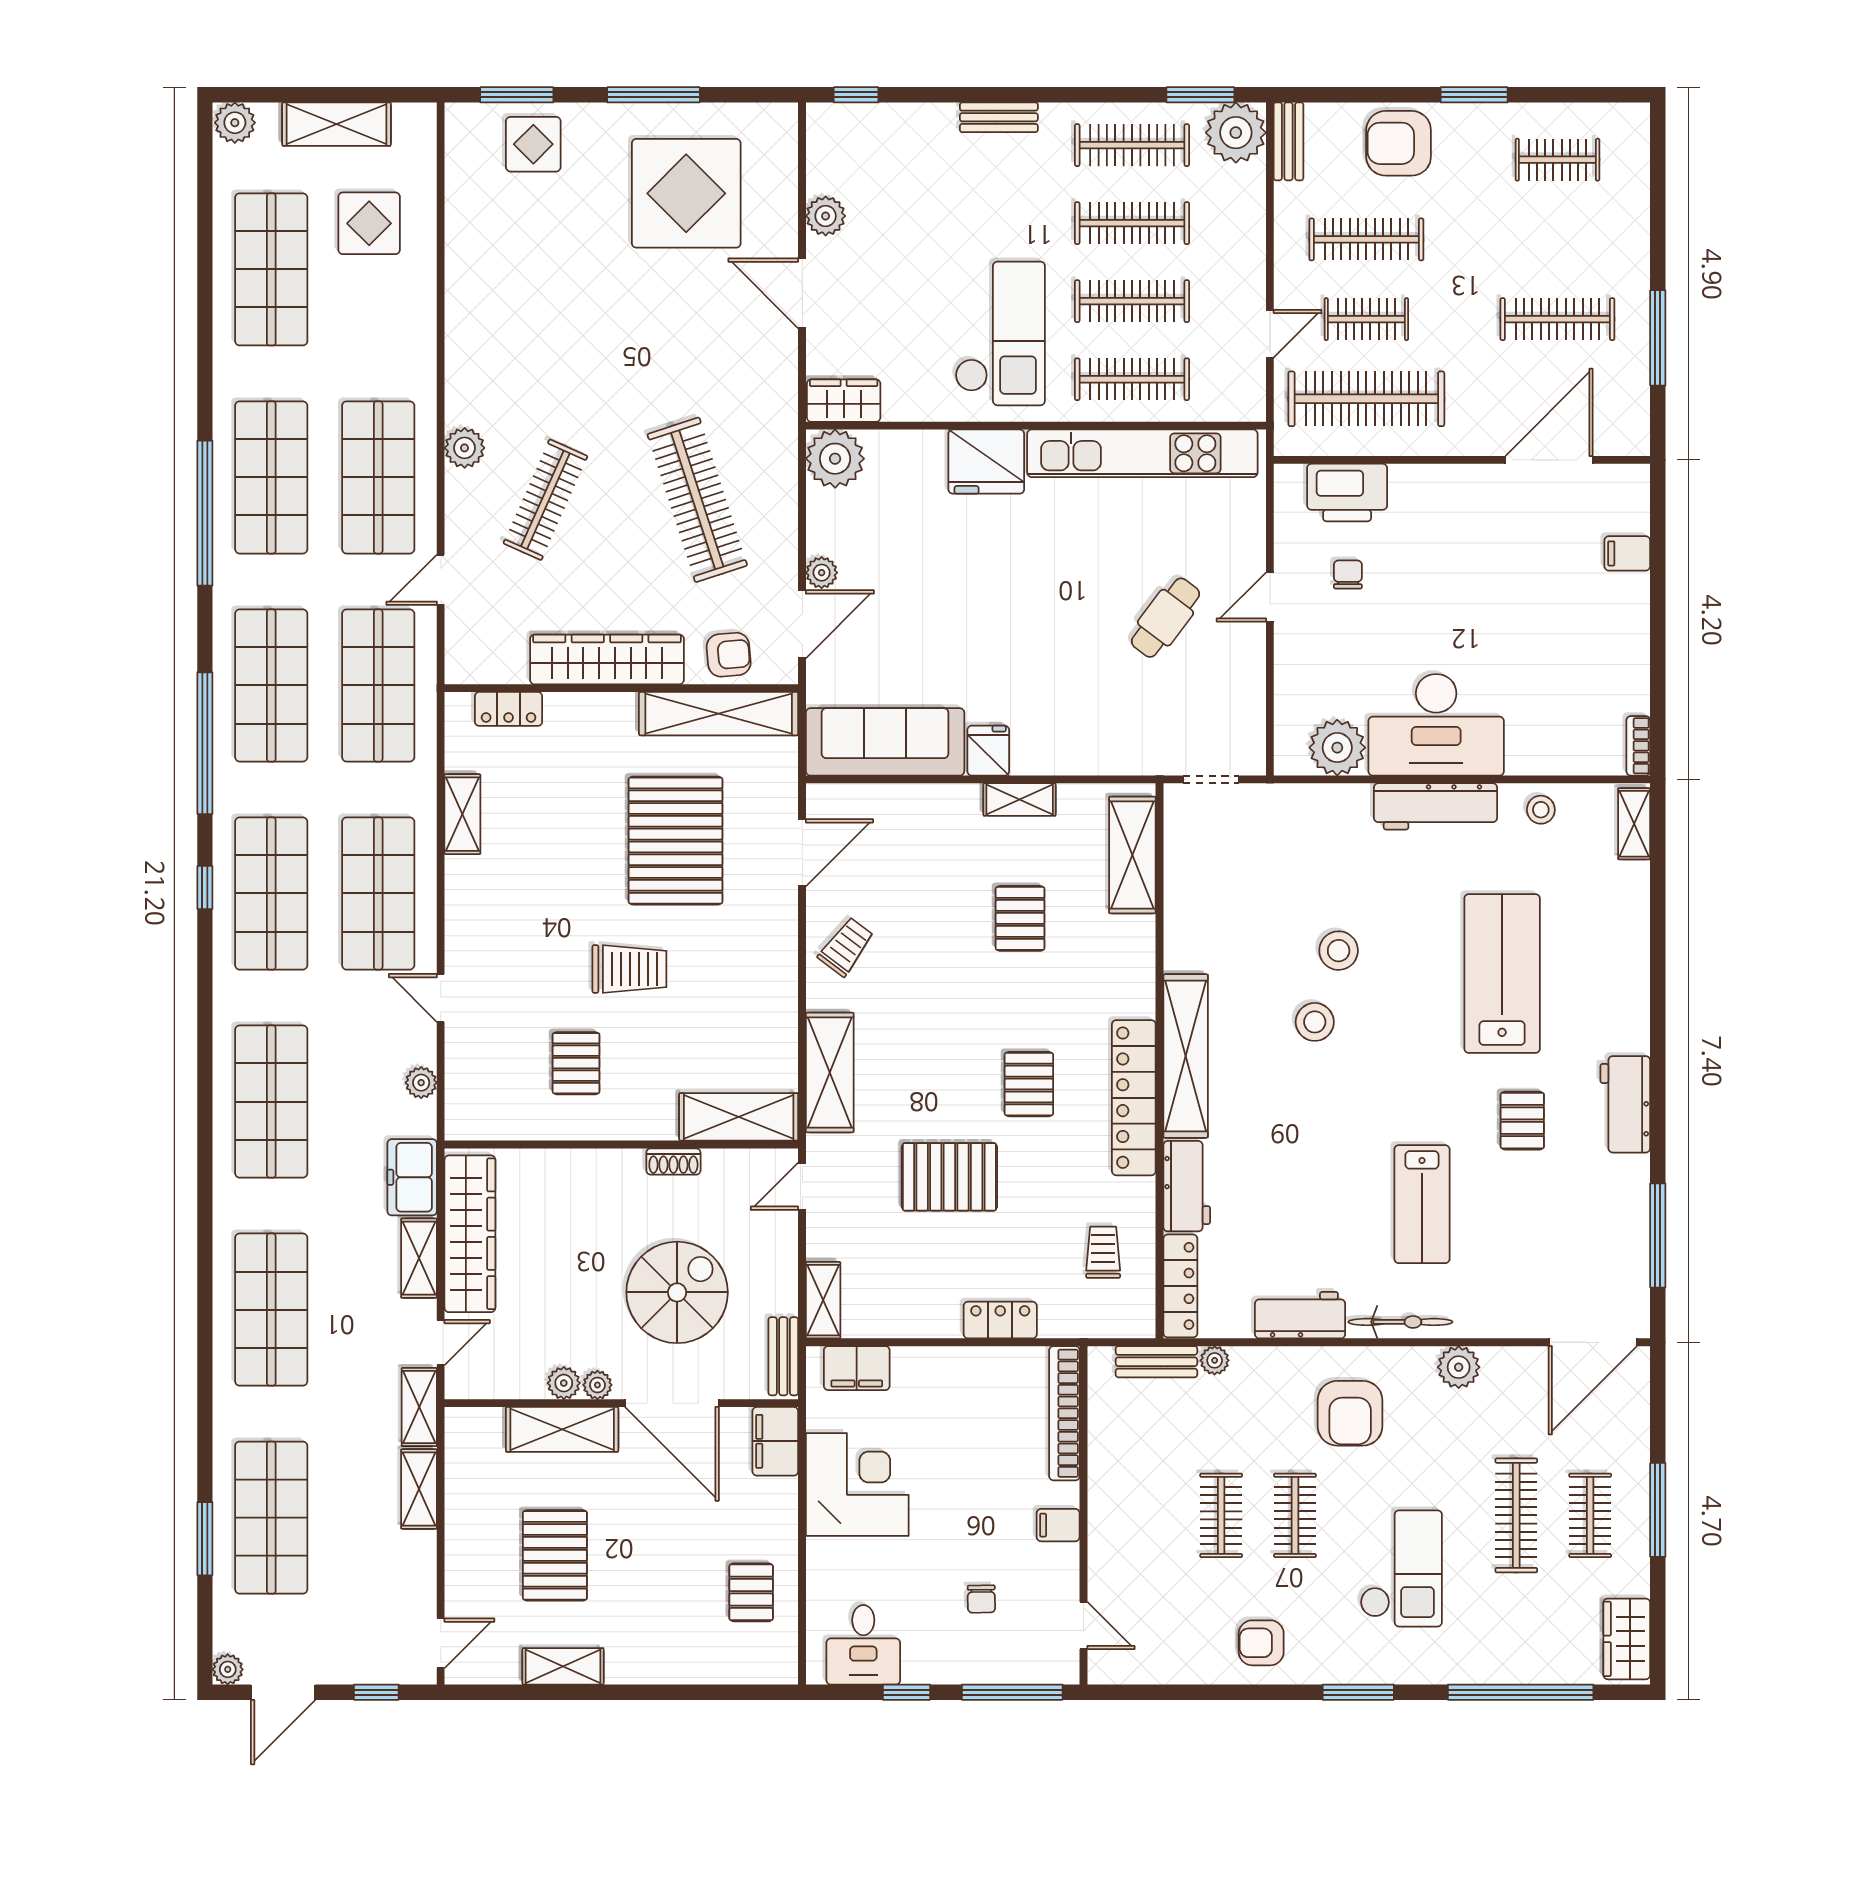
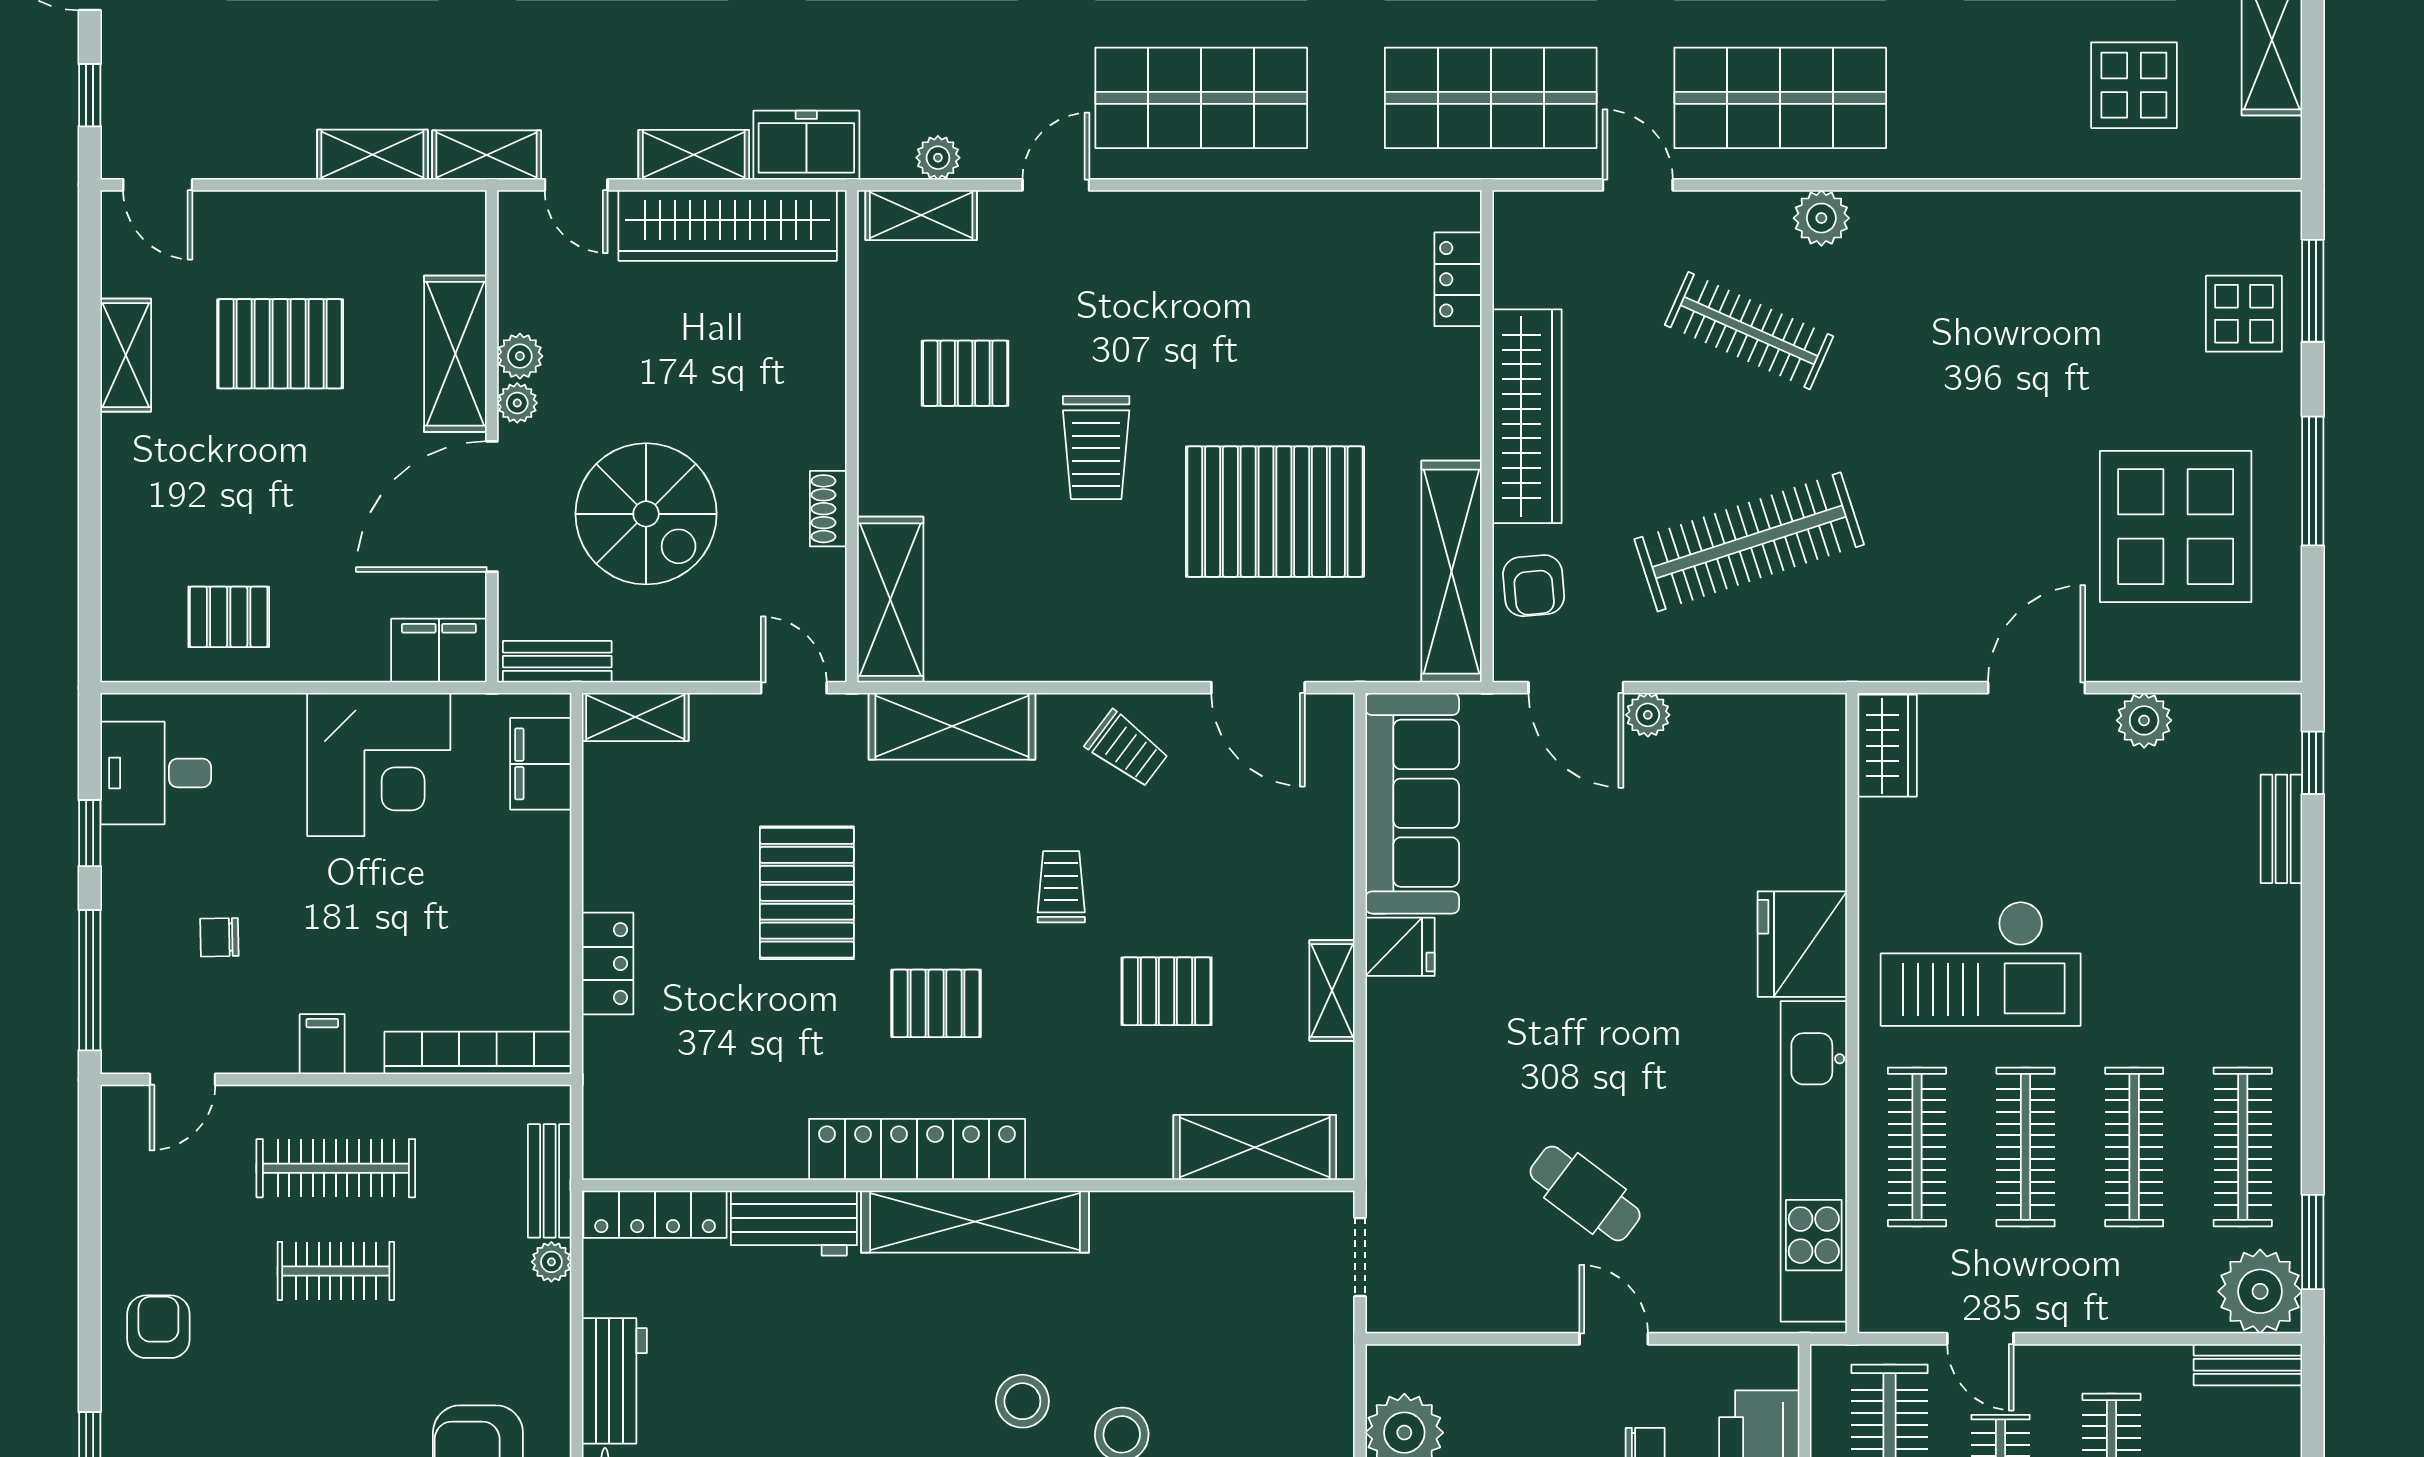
bench: (999, 117) -> (2281, 829), moved
plant: (835, 459) -> (1806, 734), removed
shelving: (462, 814) -> (921, 215), moved
trolley: (1103, 1252) -> (1061, 887), moved, turned -90
clothes rail: (1295, 1515) -> (336, 1168), moved, width x1.36

